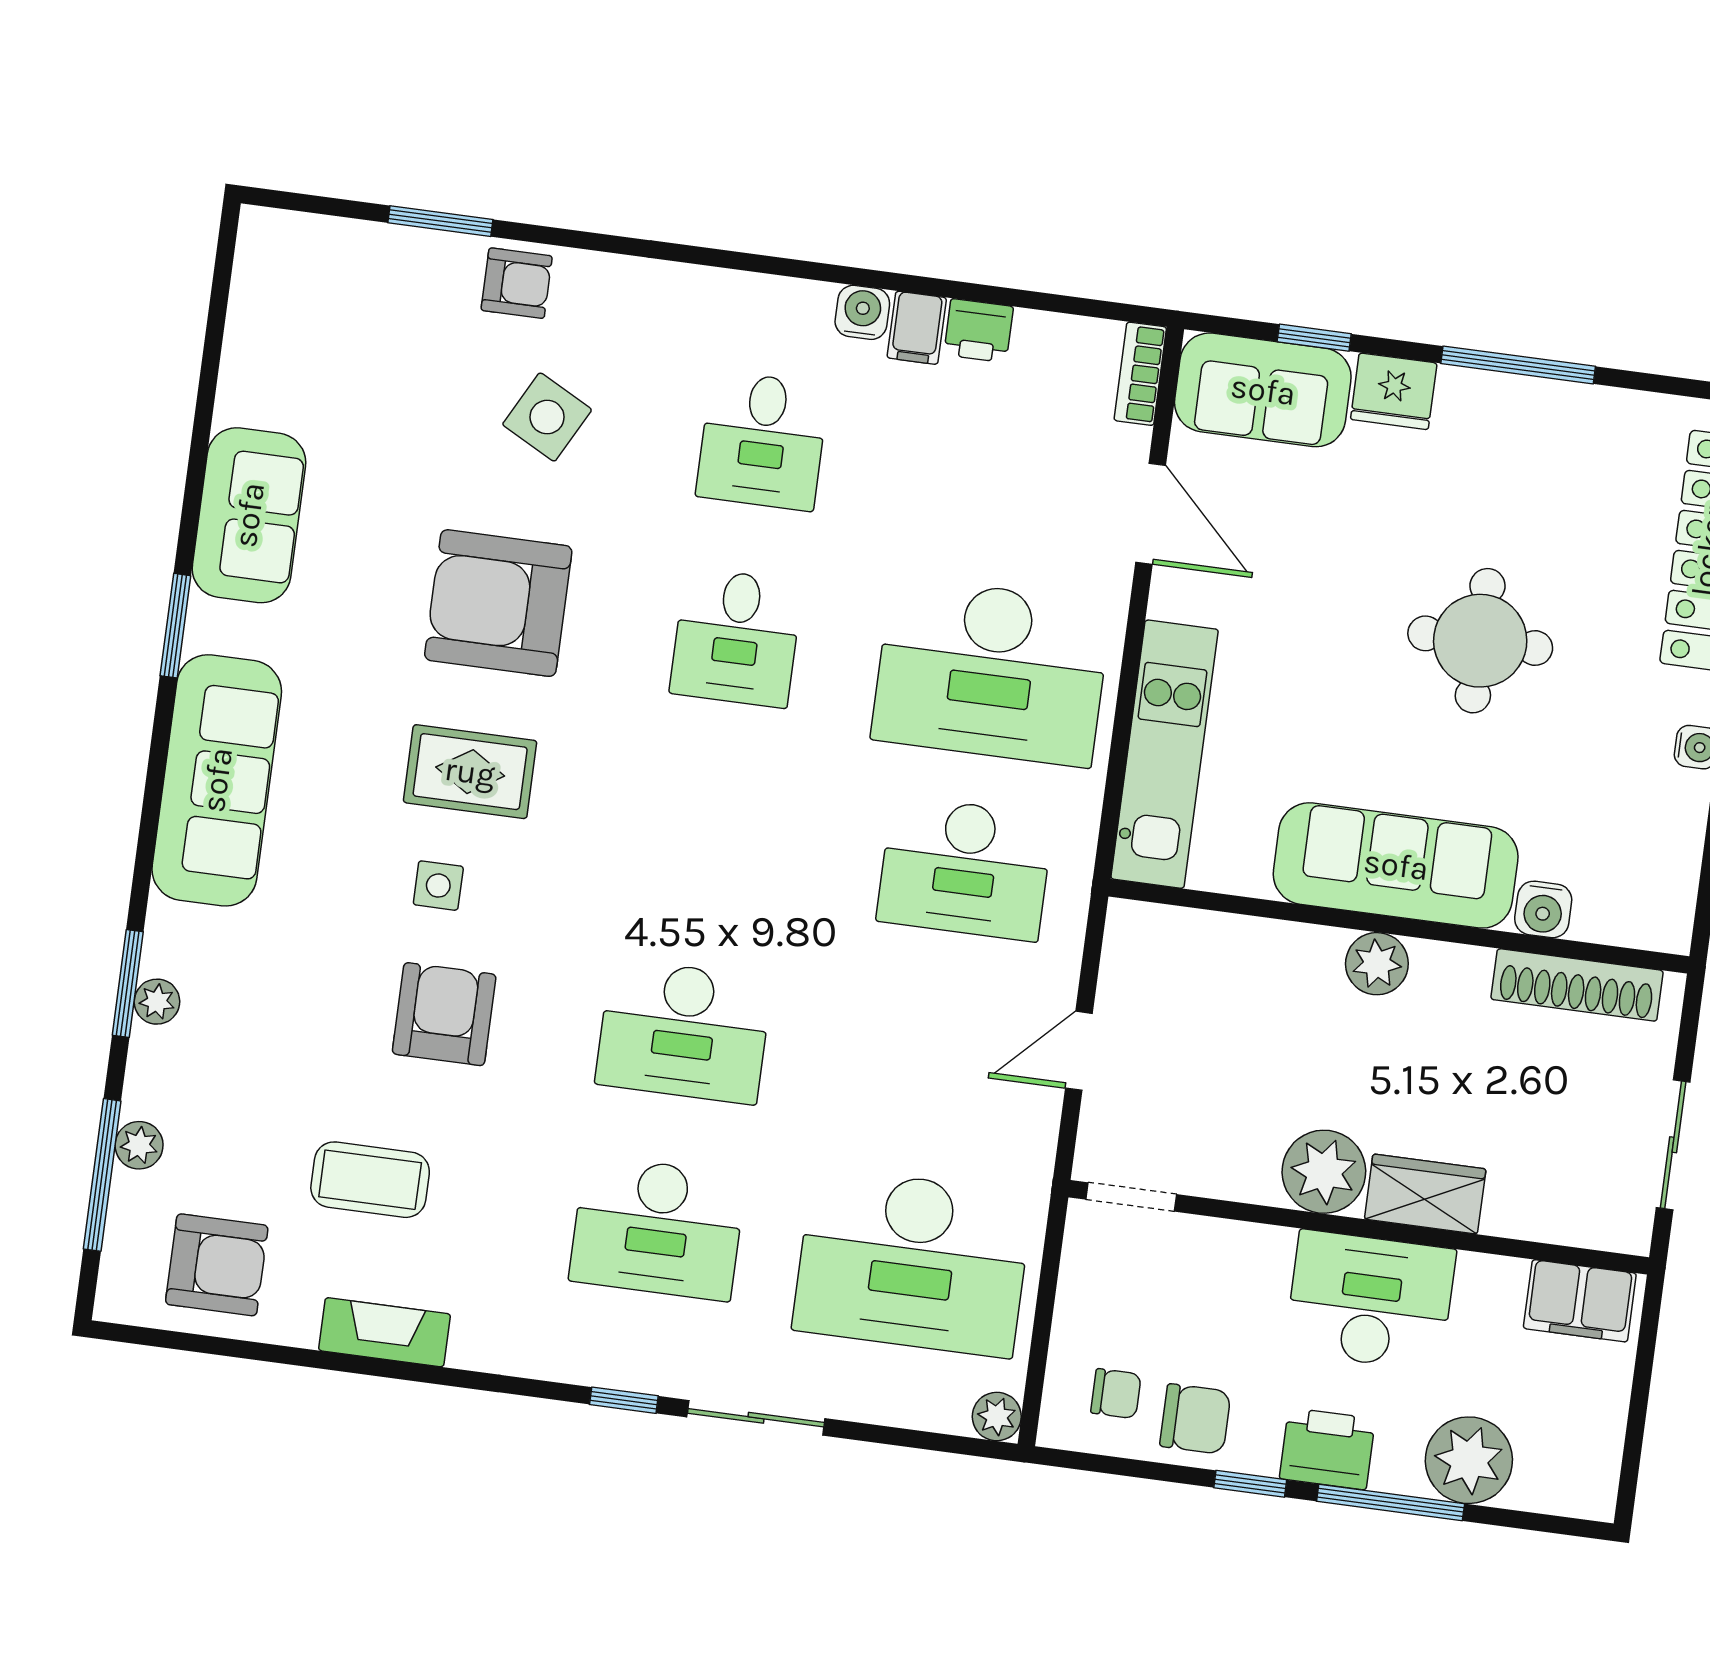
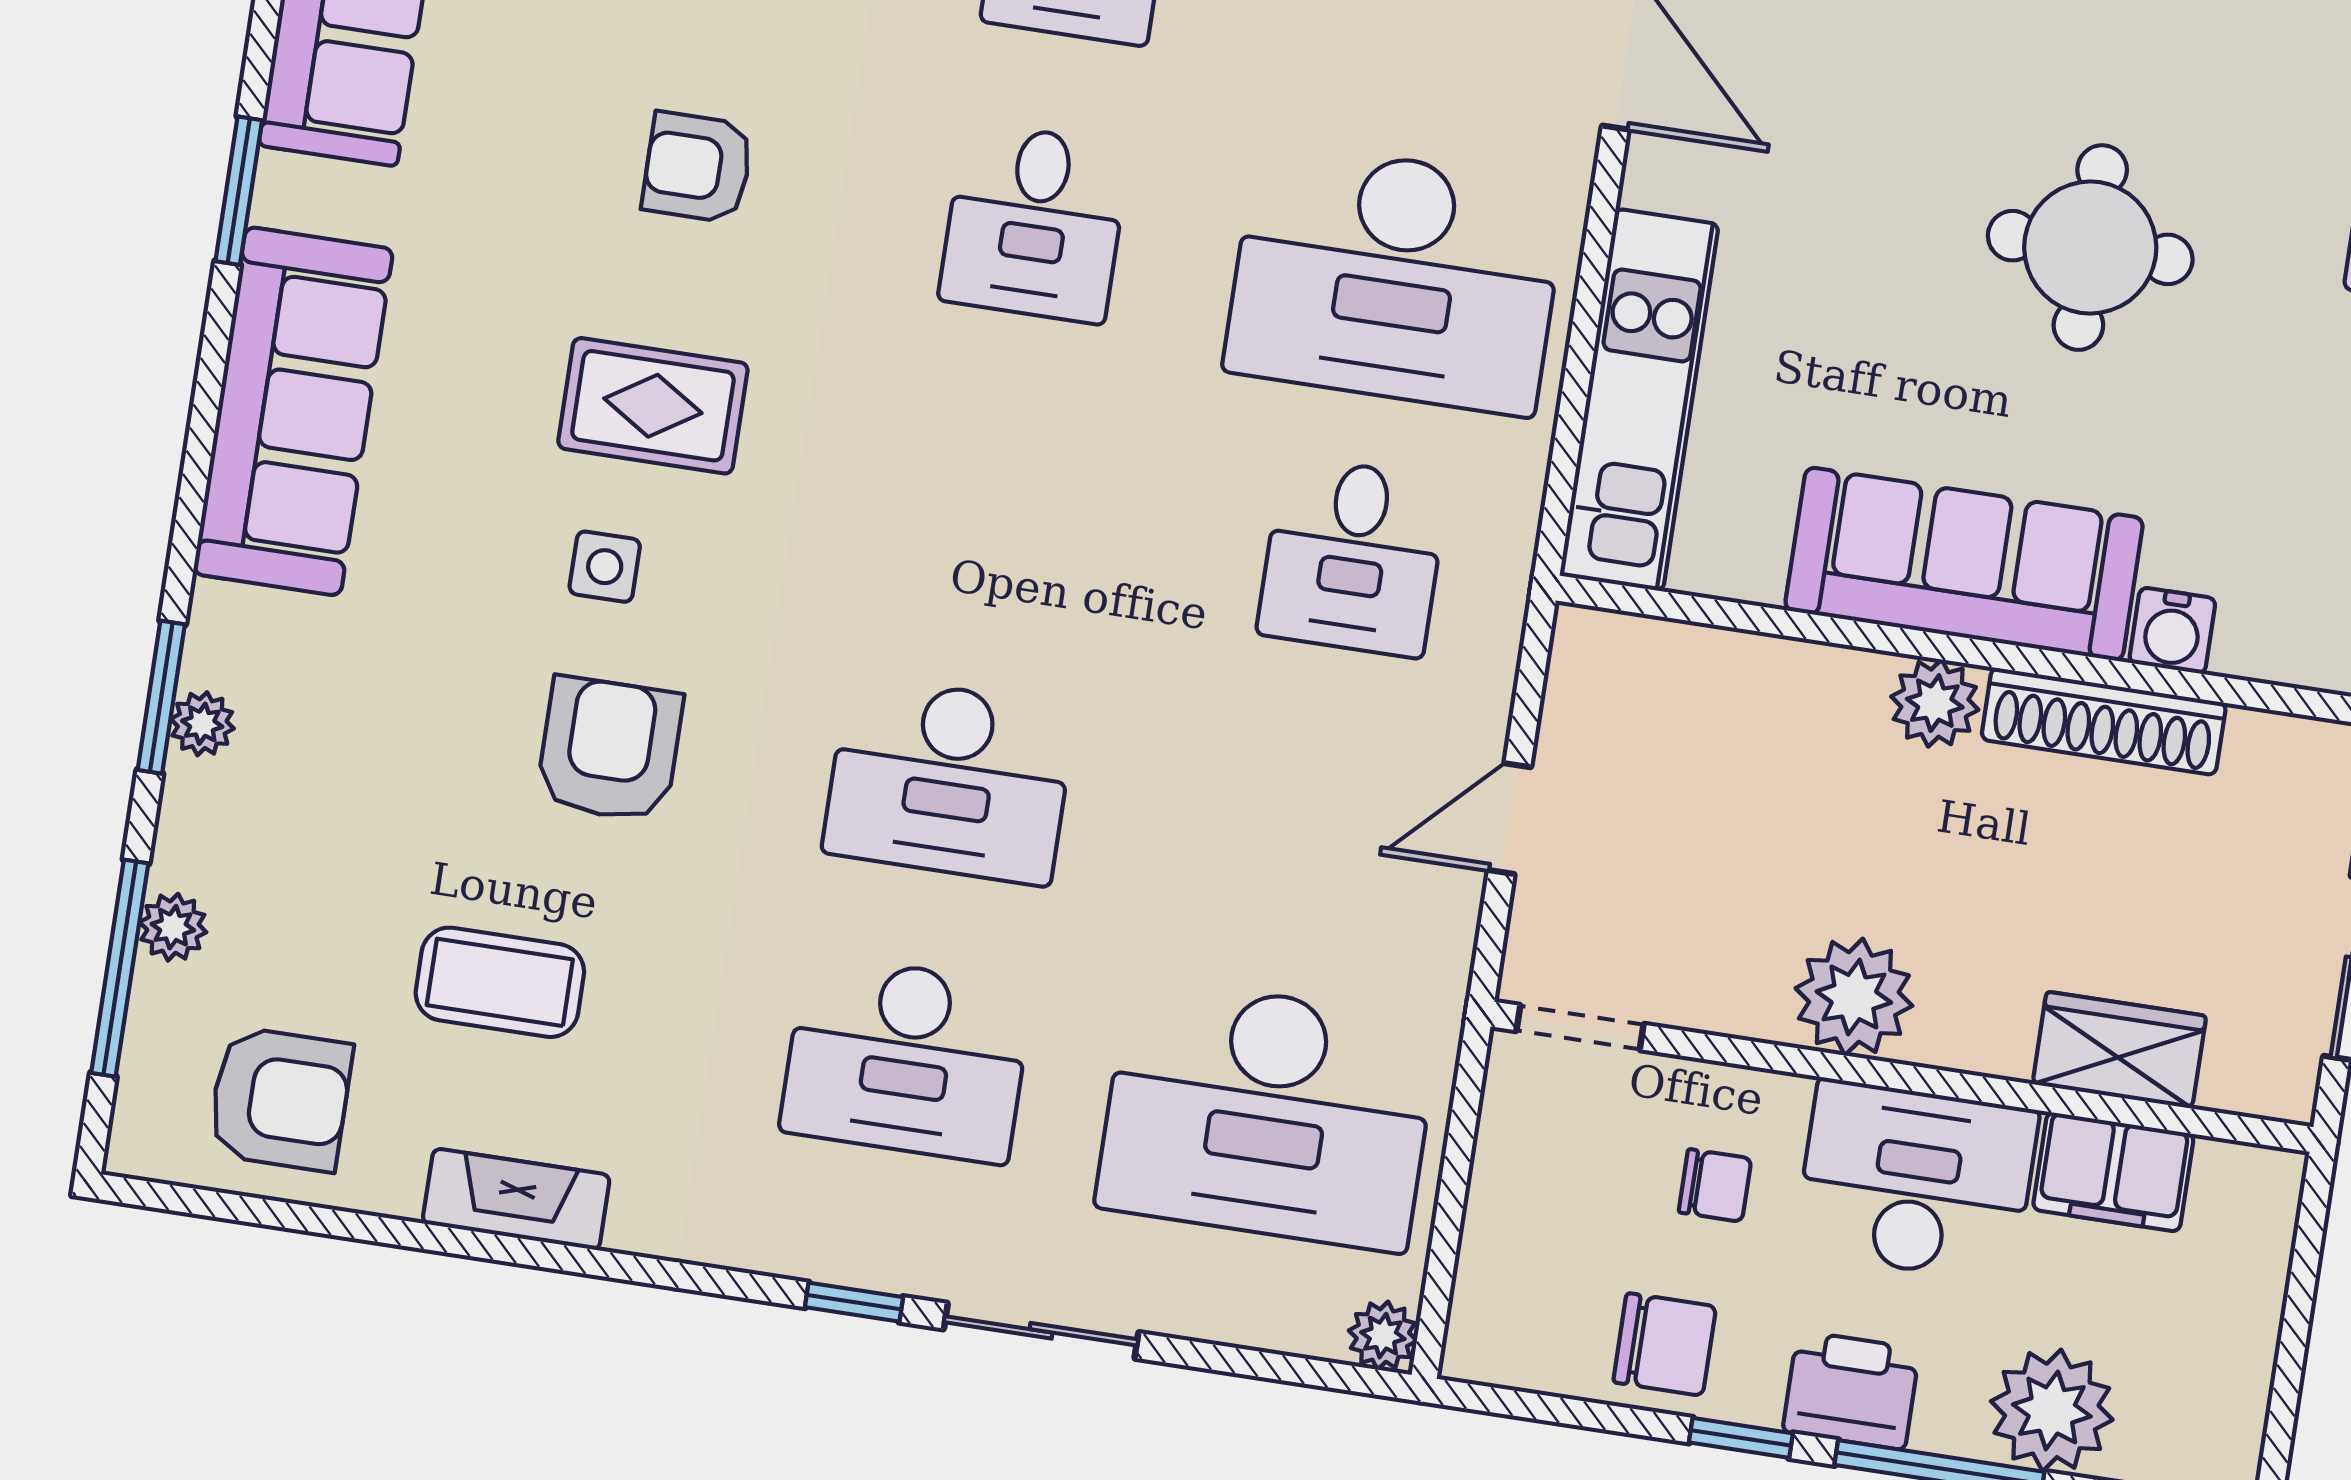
armchair: (498, 603) -> (698, 167), width x0.53, depth x0.53
desk: (965, 868) -> (1353, 557), width x0.73
shoe rack: (1577, 985) -> (2104, 721), moved
wardrobe: (1425, 1194) -> (2119, 1050), moved
filing cabinet: (1580, 1301) -> (2113, 1172), moved
chair: (1116, 1394) -> (1715, 1185), moved

